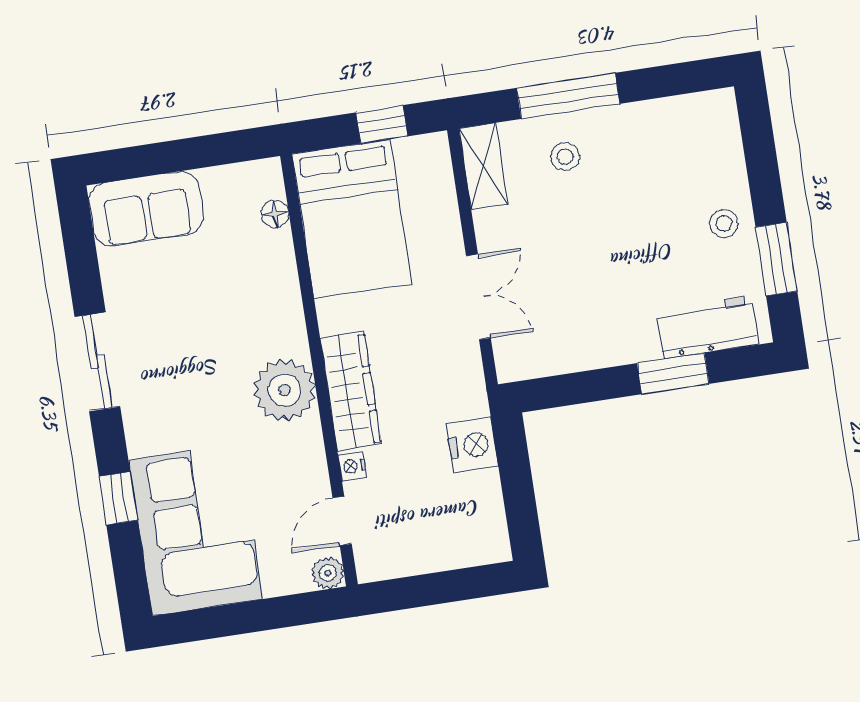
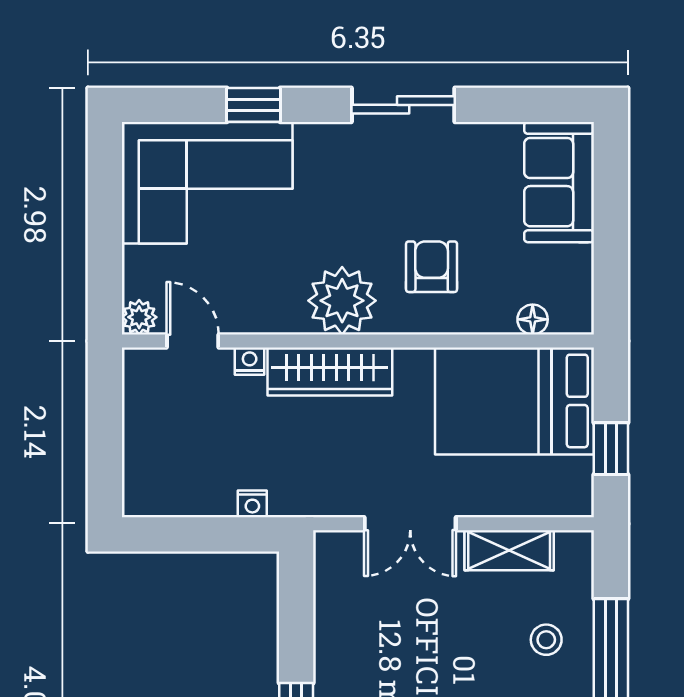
shelving: (483, 166) -> (509, 550), moved
armchair: (241, 313) -> (432, 267), added
nightstand: (472, 445) -> (252, 504), width x0.53, depth x0.56

